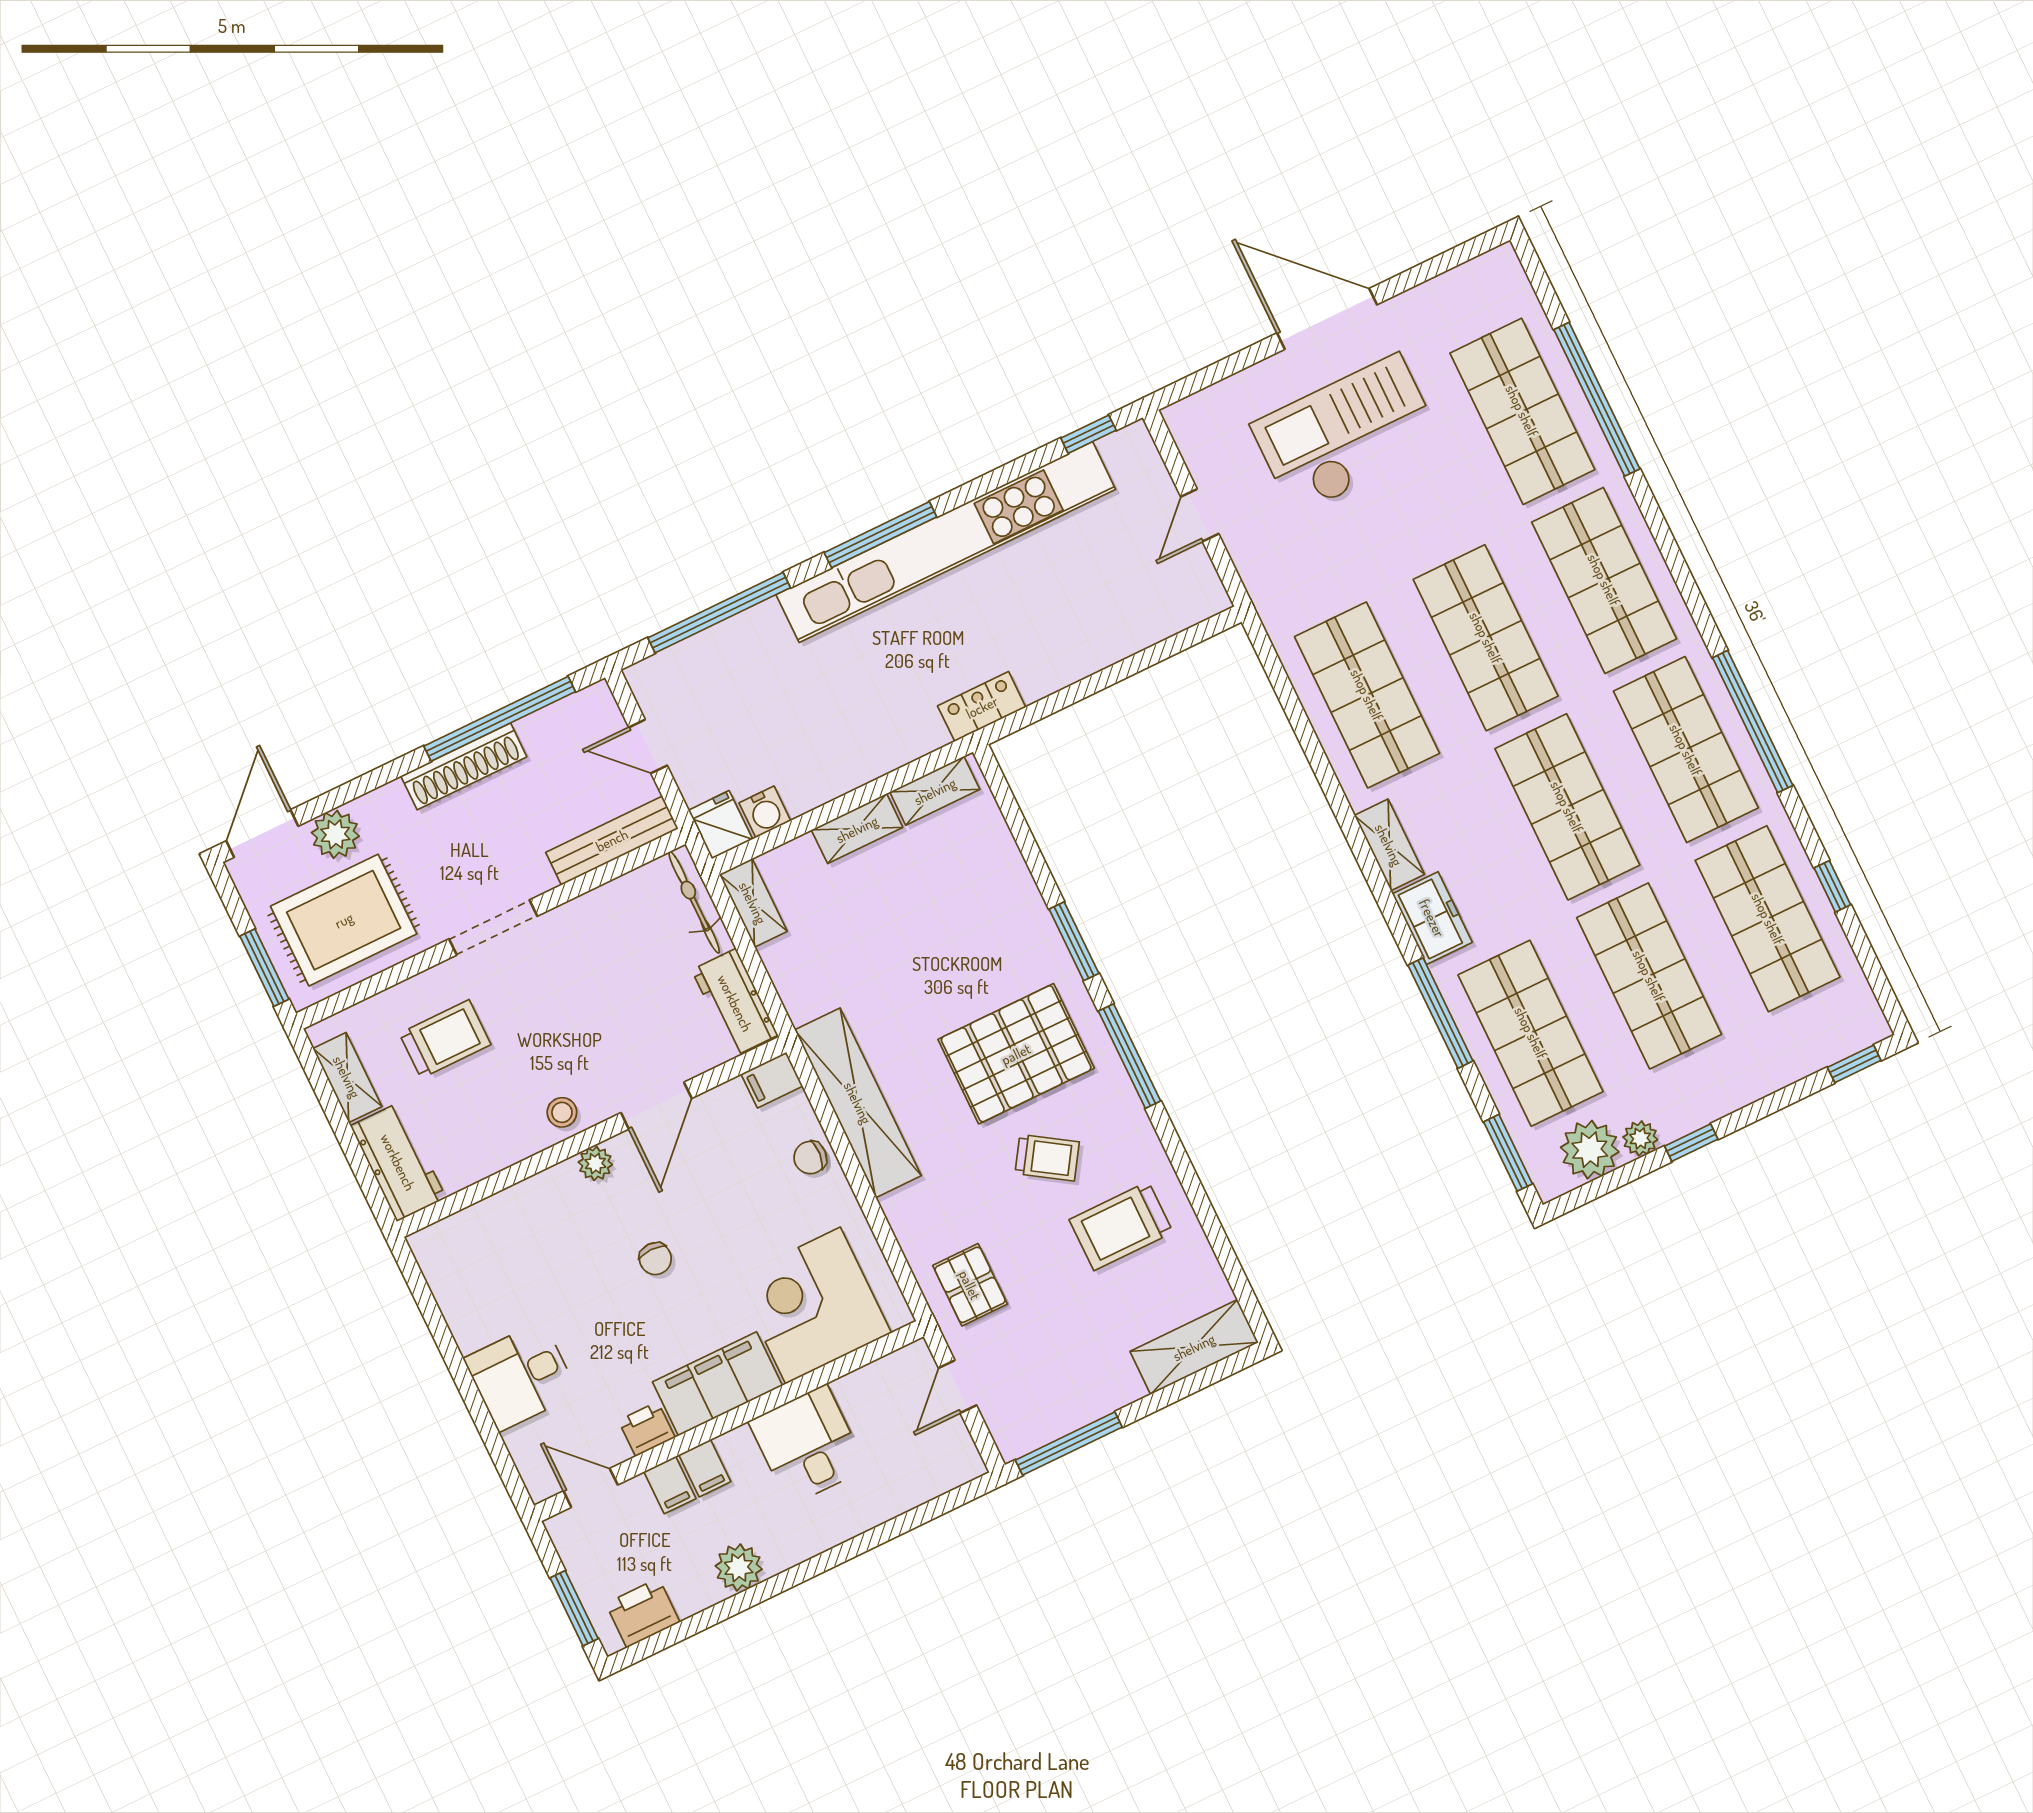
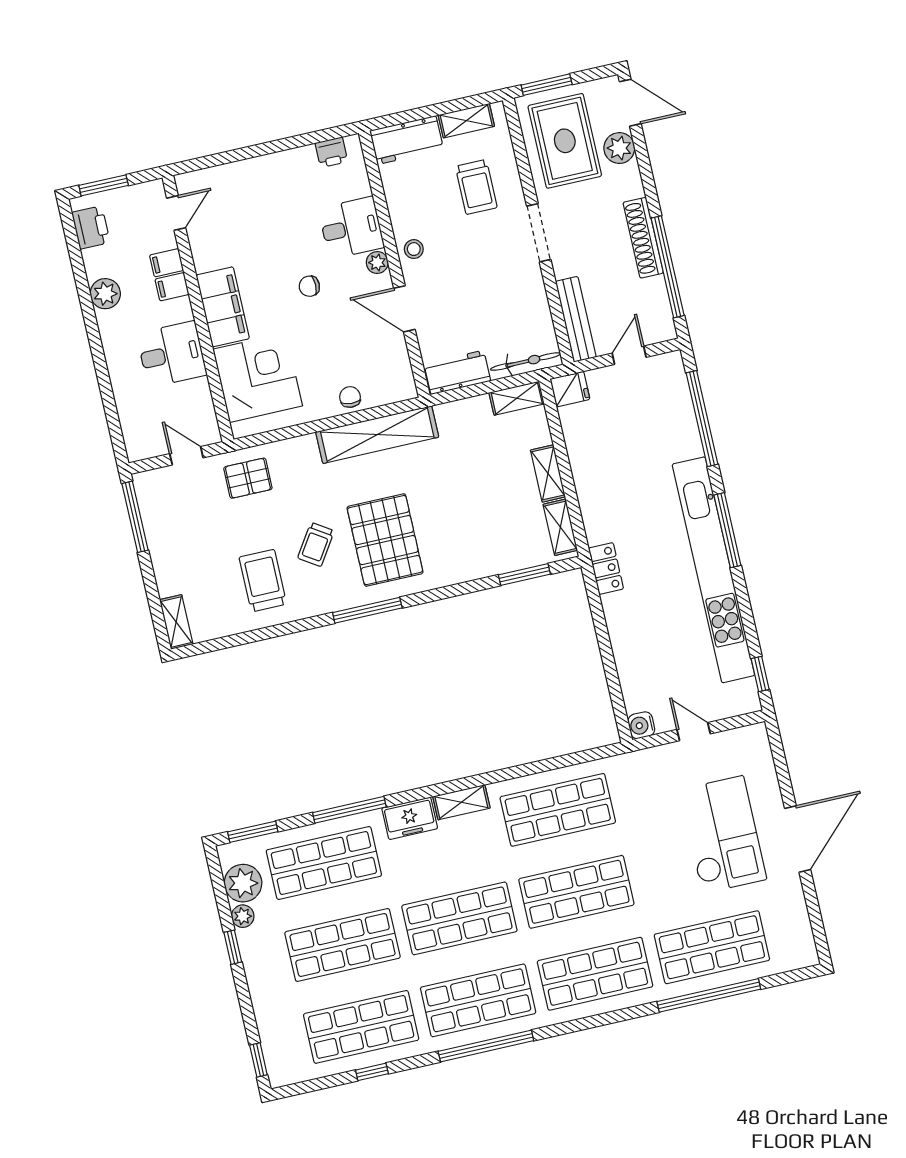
water cooler: (765, 812) -> (641, 725), moved
window: (1074, 941) -> (524, 574), moved
filing cabinet: (772, 1080) -> (404, 384), removed
shelving: (1194, 1347) -> (176, 622), width x0.67, depth x0.75
desk: (521, 1376) -> (351, 228), moved, turned 90
printer: (647, 1429) -> (331, 152), moved, turned 90

